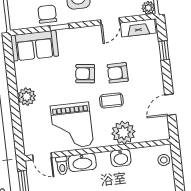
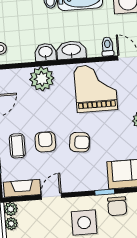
armchair: (118, 73) -> (45, 142), turned -90
coffee table: (111, 100) -> (17, 146), moved, turned 90
washbasin: (82, 162) -> (71, 50), moved

